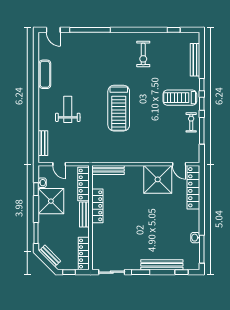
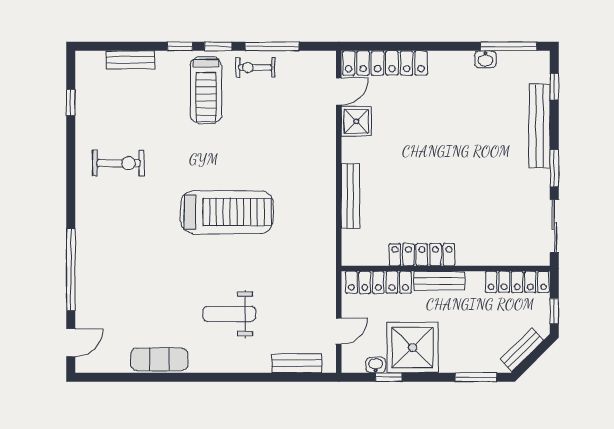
bench: (195, 60) -> (130, 60), width x0.73
bench: (108, 170) -> (350, 196), moved
shower: (158, 179) -> (356, 121), width x0.54, depth x0.54

